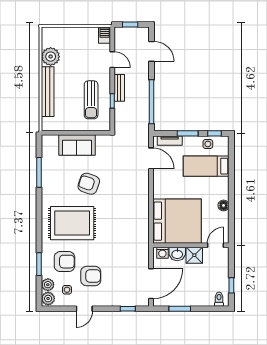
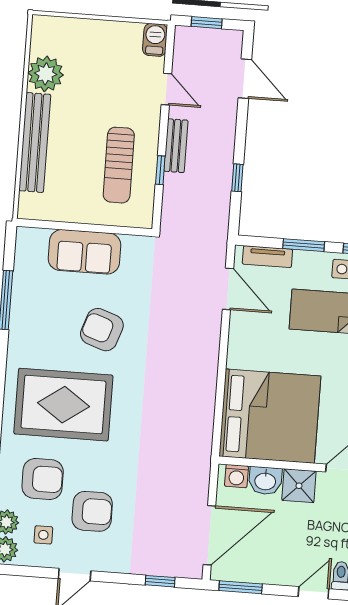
window: (152, 102) -> (237, 178), width x0.32
window: (180, 309) -> (241, 587), moved
door: (206, 309) -> (314, 593), added

